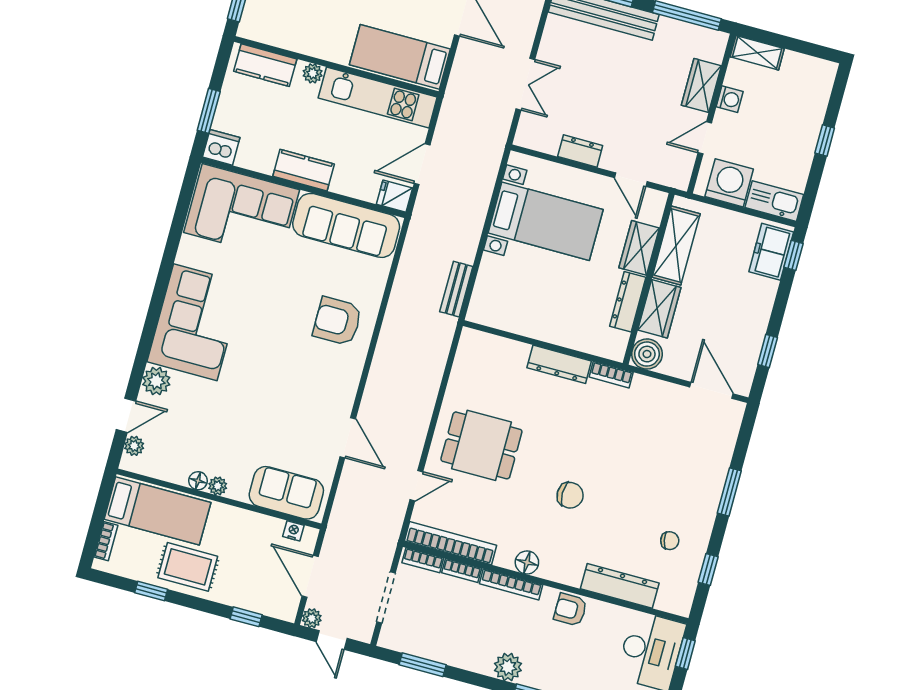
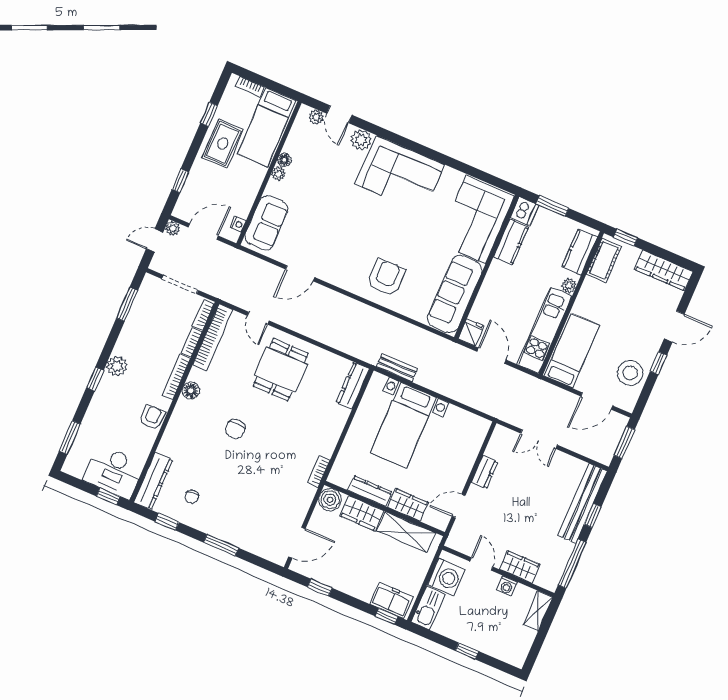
cot: (272, 31) -> (604, 260), added
kitchen counter: (304, 170) -> (511, 242), moved
bed with nightstands: (546, 221) -> (403, 425), moved
dresser: (559, 364) -> (353, 386), moved
dresser: (620, 586) -> (153, 481), moved

